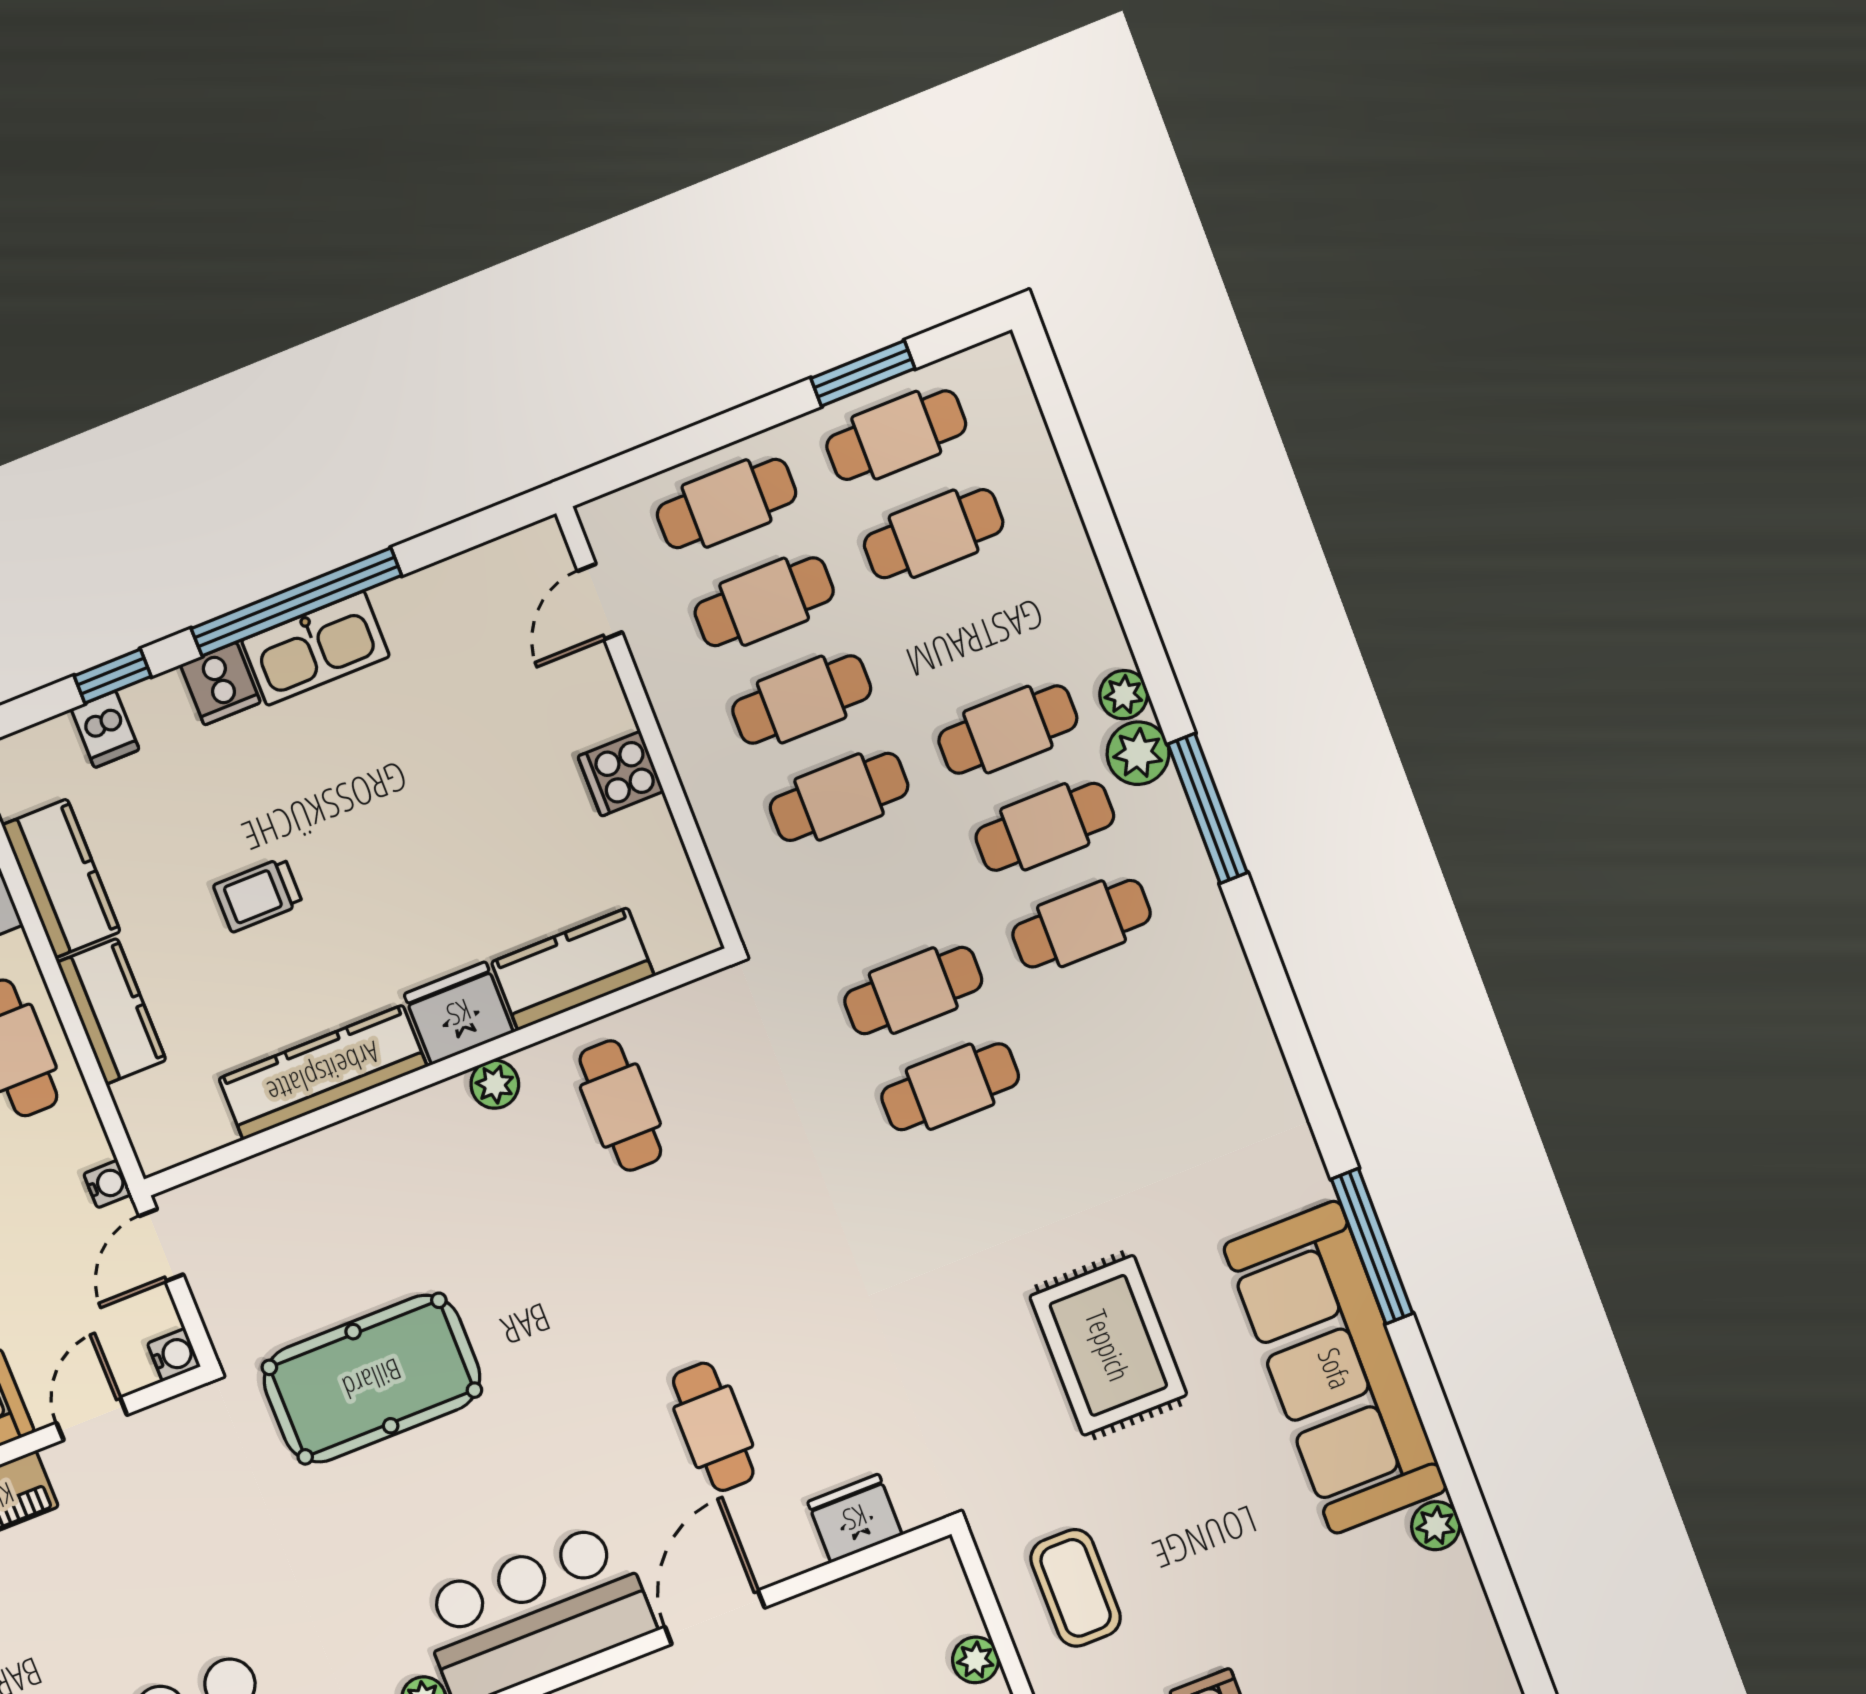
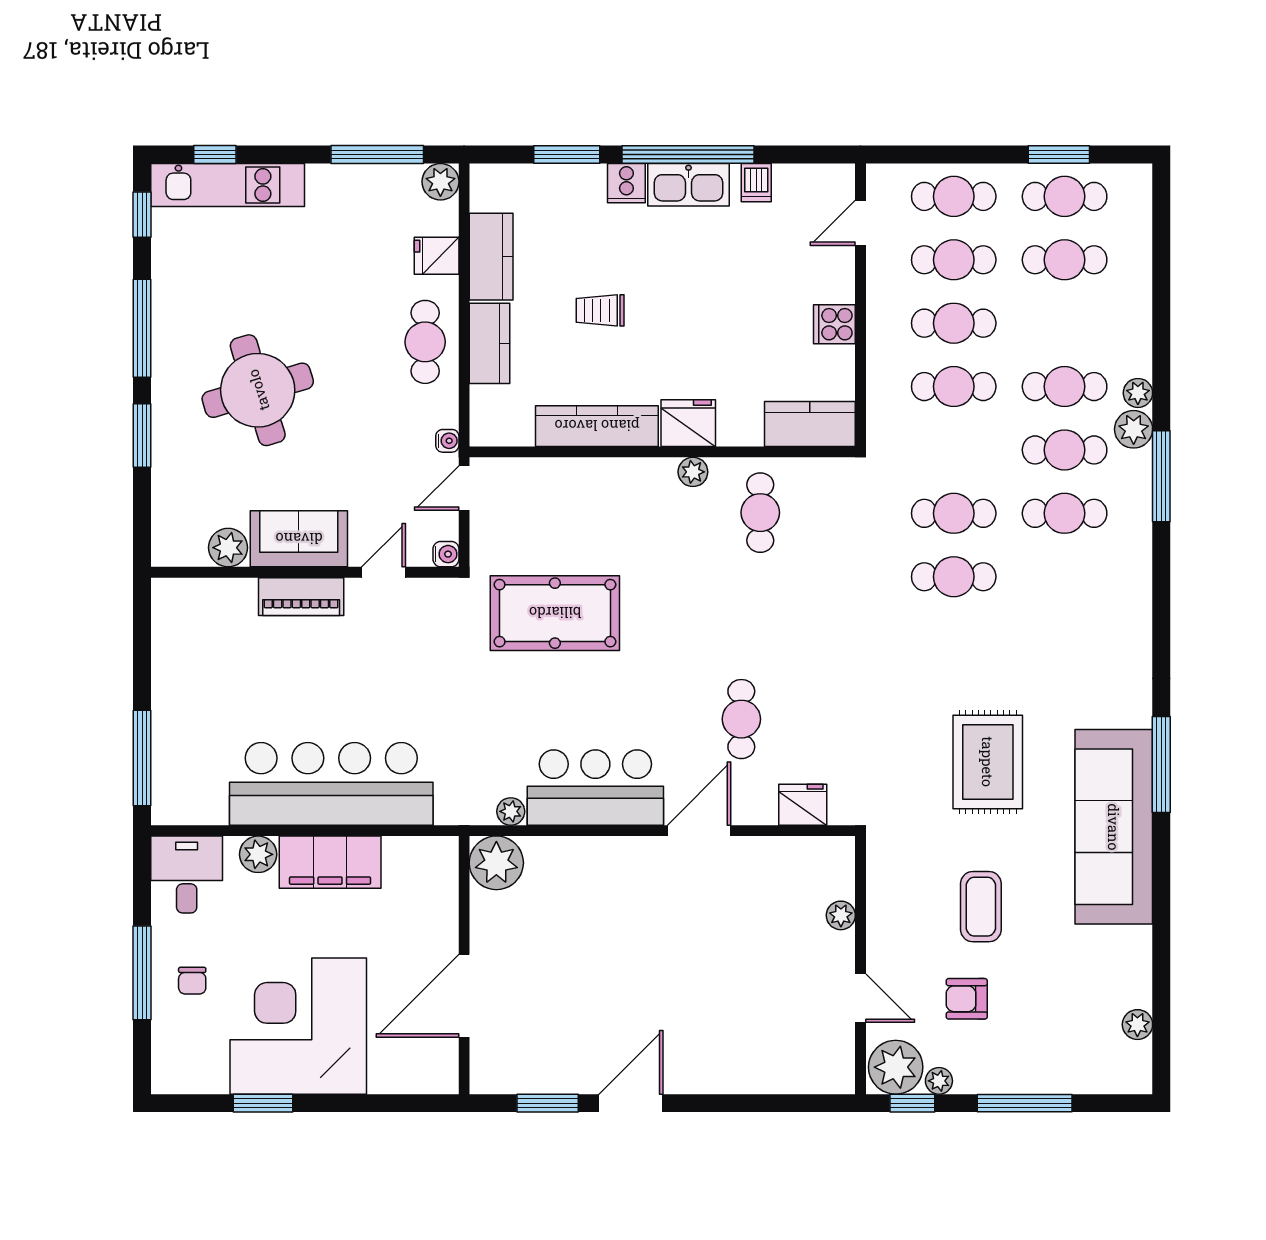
window: (113, 676) -> (567, 155), width x1.50
dishwasher: (105, 729) -> (756, 183), moved
kitchen counter: (573, 969) -> (810, 424), moved
plant: (1436, 1526) -> (1137, 1025), moved
coffee table: (1076, 1588) -> (981, 907), moved

